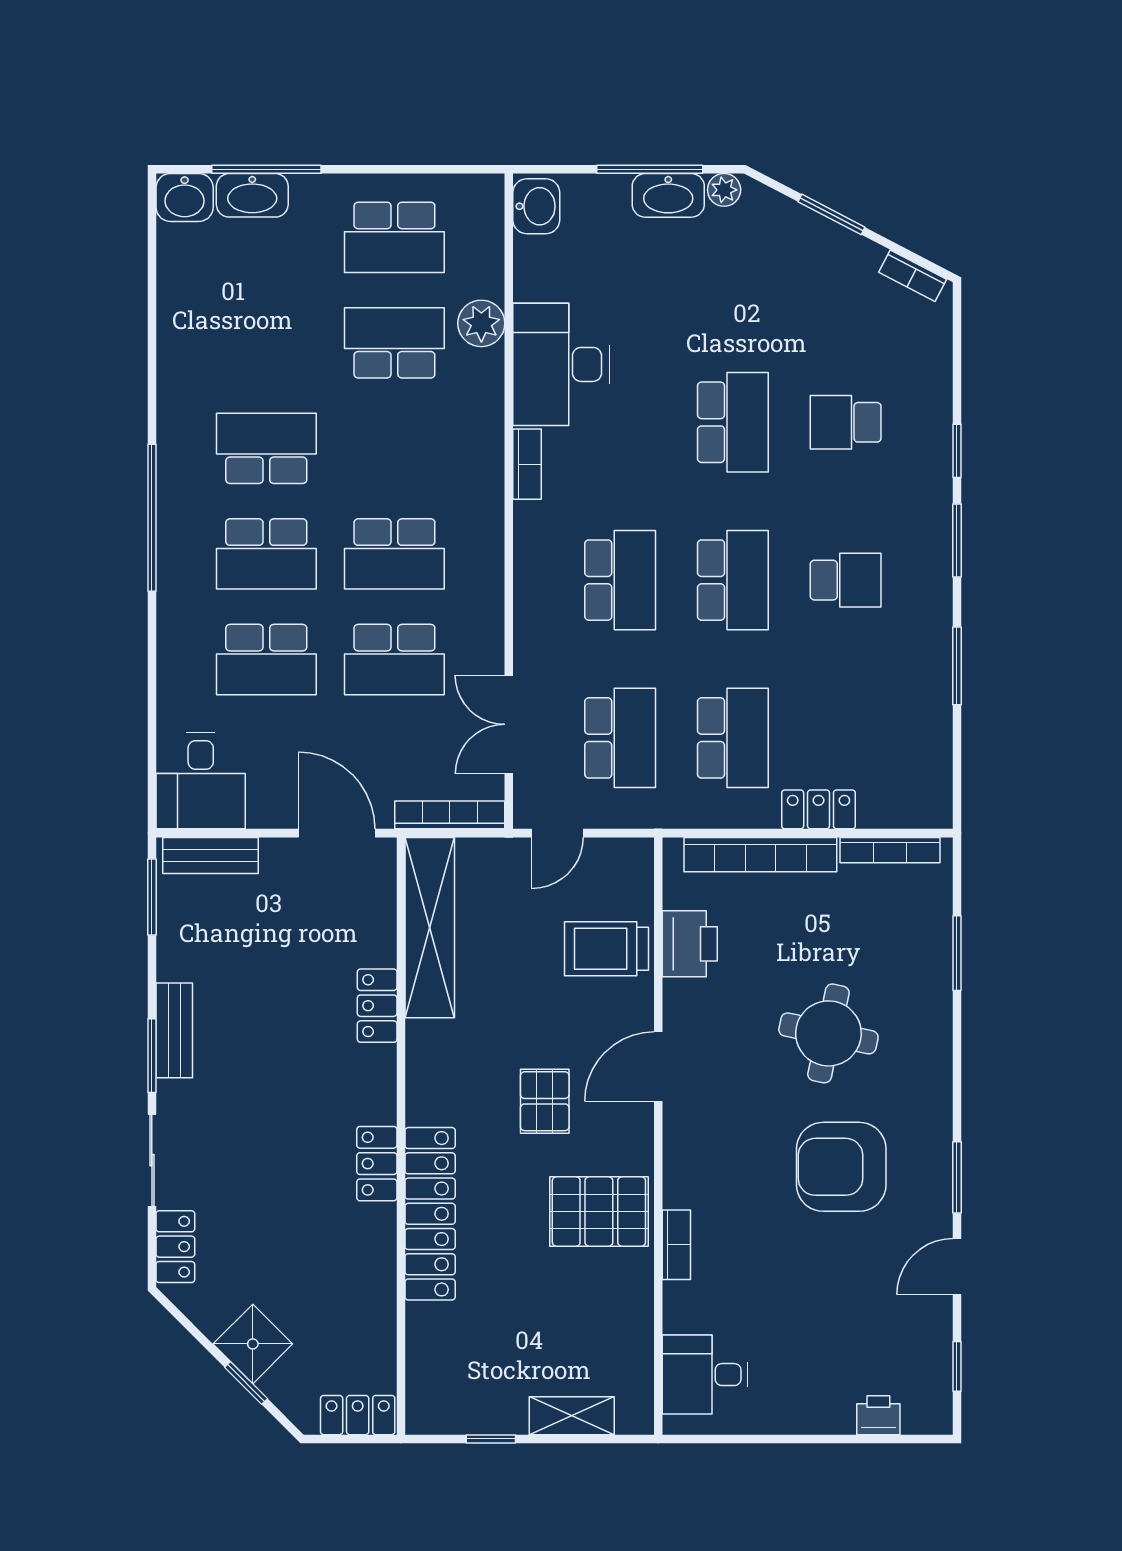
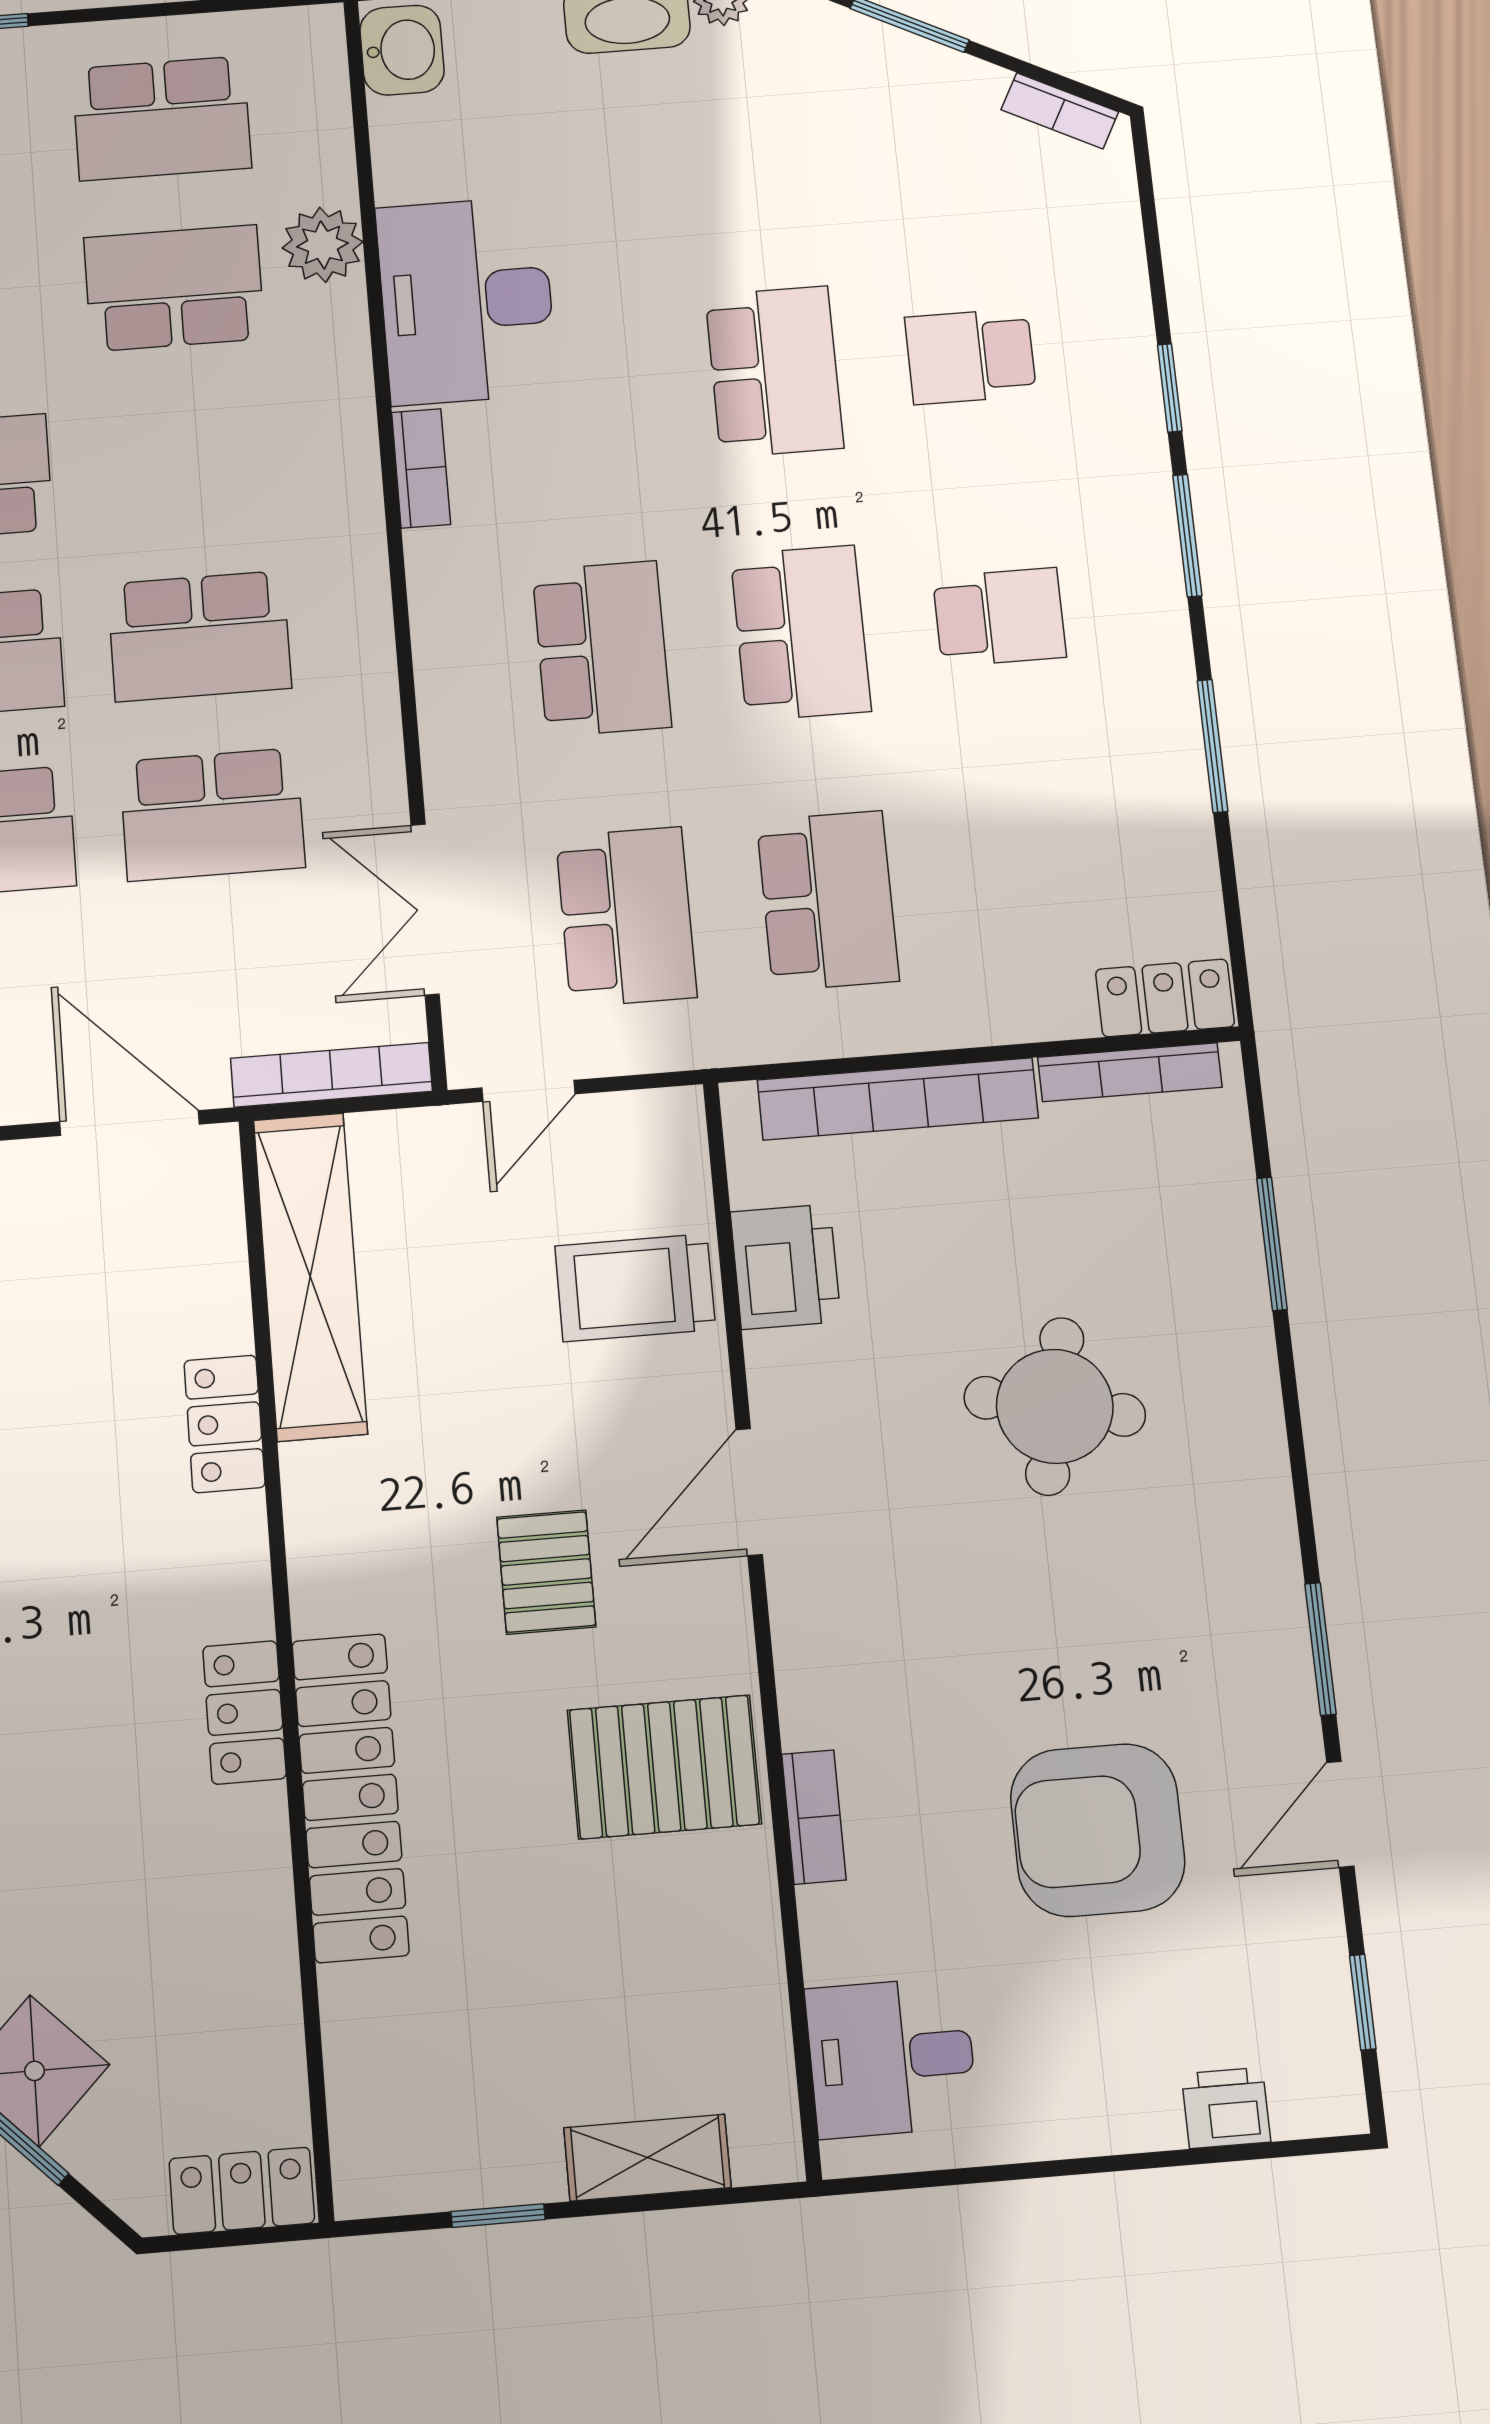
locker: (819, 809) -> (1165, 998), moved
armchair: (841, 1167) -> (1098, 1830), moved

